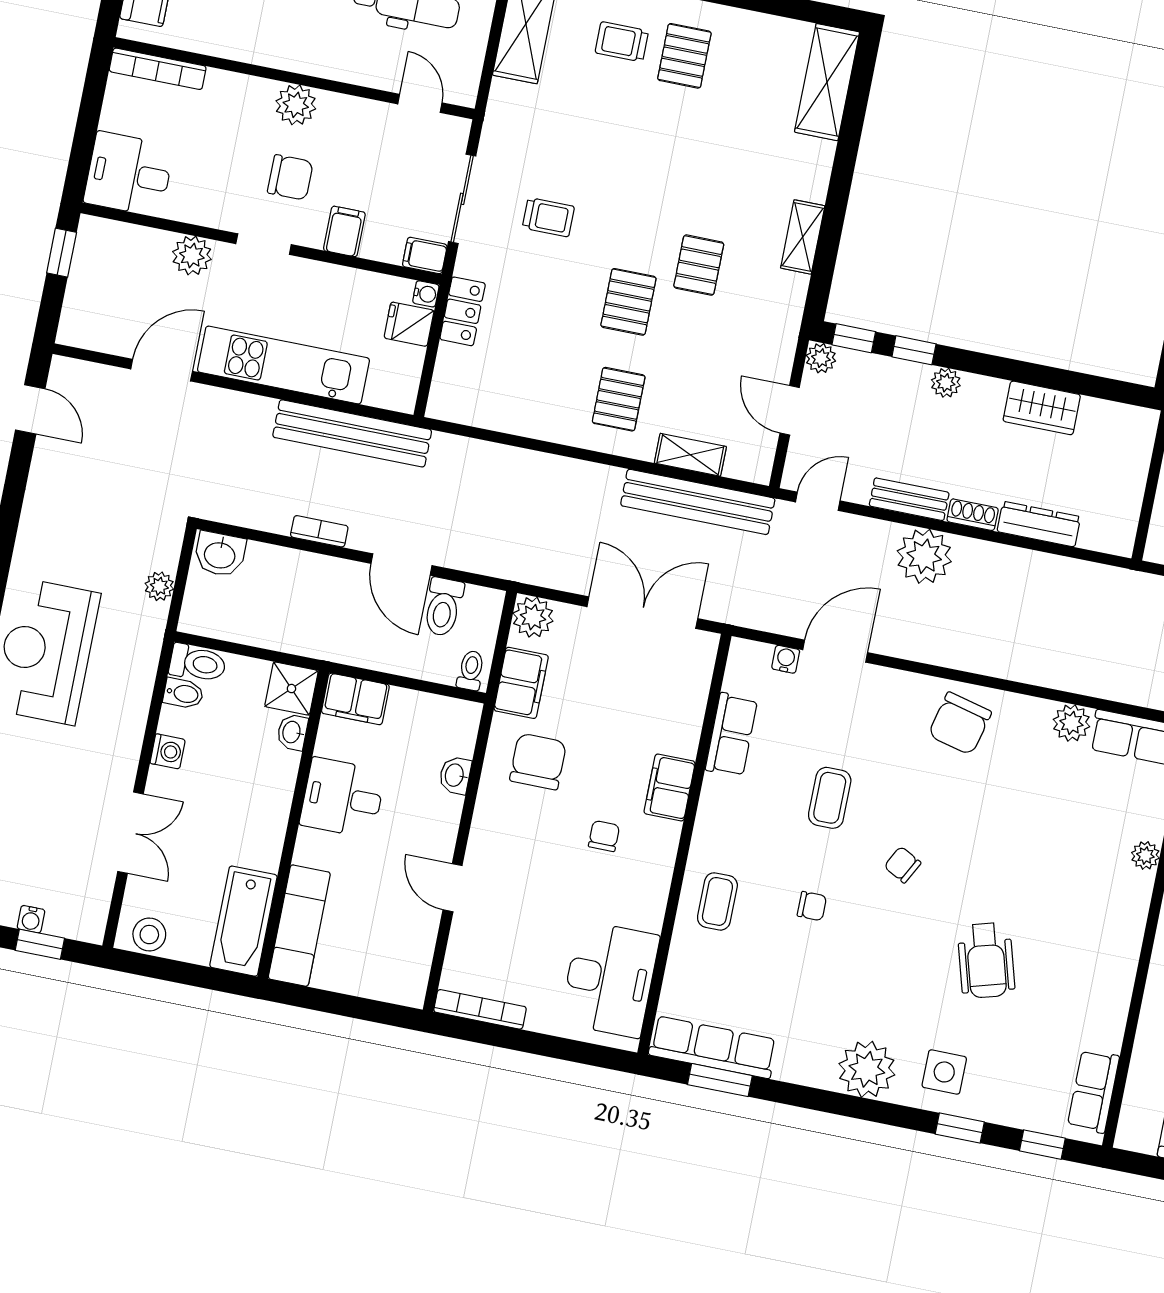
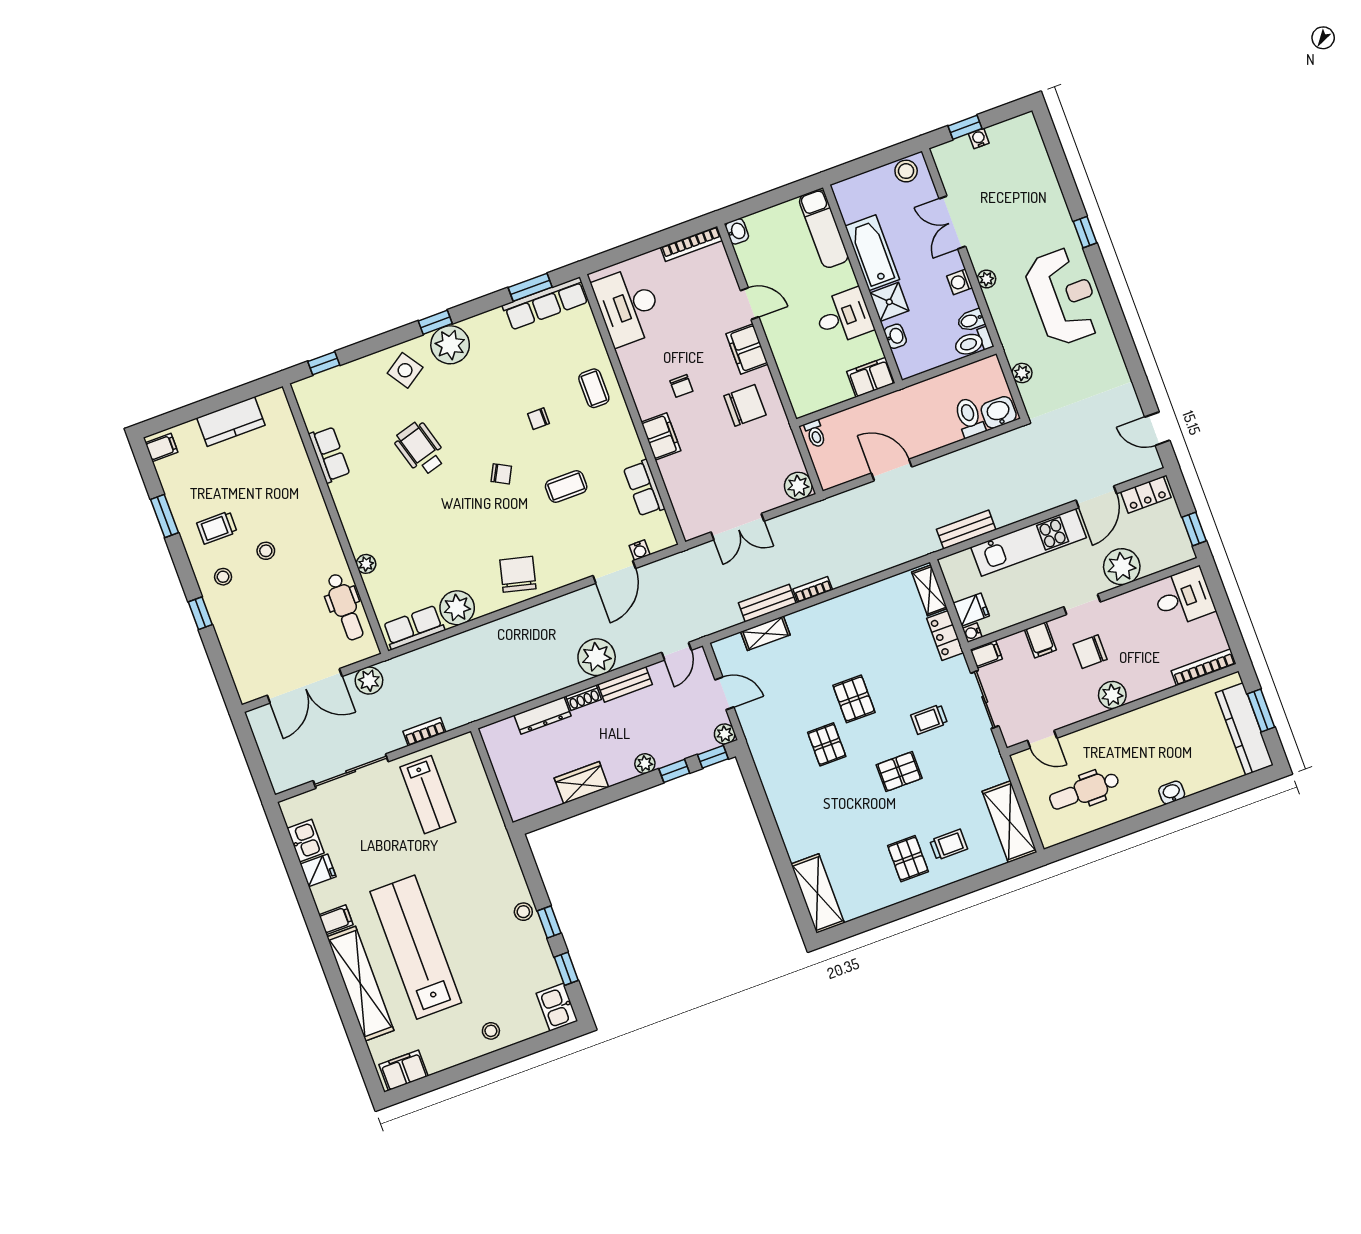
shelving: (803, 237) -> (930, 590), moved
plant: (192, 256) -> (1122, 567), width x1.36, depth x1.36
locker: (97, 334) -> (1146, 495), added
pallet: (619, 399) -> (899, 772), moved, turned 90
bench: (352, 433) -> (966, 530), width x0.54, depth x0.82
bench: (698, 502) -> (767, 603), width x0.54, depth x0.82
bookcase: (319, 531) -> (813, 590), moved, turned 180
toilet: (443, 607) -> (969, 417), moved
double door: (642, 613) -> (738, 527), width x0.73
filing cabinet: (521, 683) -> (747, 349), moved
shower: (291, 689) -> (889, 302), moved
plant: (1071, 723) -> (457, 608), width x1.36, depth x1.36
plant: (131, 734) -> (987, 279), added
chair: (538, 761) -> (745, 405), turned -90
washbasin: (455, 775) -> (737, 231), moved
coffee table: (830, 798) -> (566, 487), turned 90
bathtub: (243, 921) -> (872, 253), moved
side table: (944, 1072) -> (405, 370), turned -34
row of seats: (1093, 1091) -> (329, 454), moved
window: (960, 1128) -> (435, 322), moved

